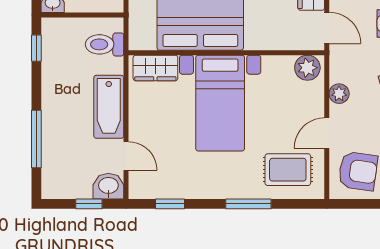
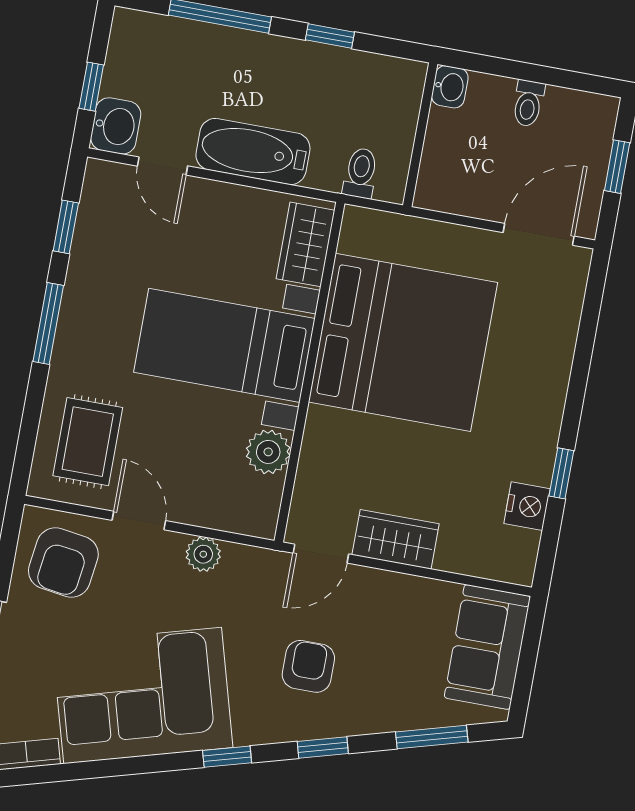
toilet: (105, 44) -> (361, 173), width x0.73, depth x0.72
window: (36, 48) -> (330, 36), moved
plant: (307, 68) -> (268, 452), moved
door: (126, 156) -> (163, 166), hinge flipped
window: (248, 204) -> (48, 323), moved

